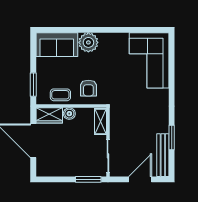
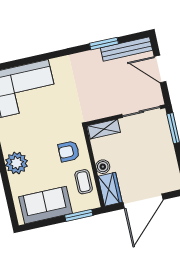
sofa: (57, 45) -> (45, 205), moved, turned -90
armchair: (88, 88) -> (69, 151), turned 180

